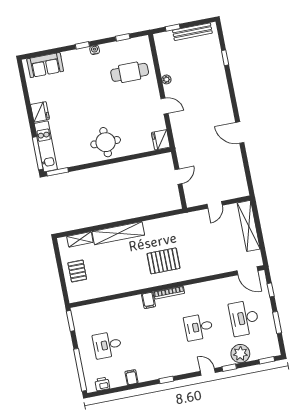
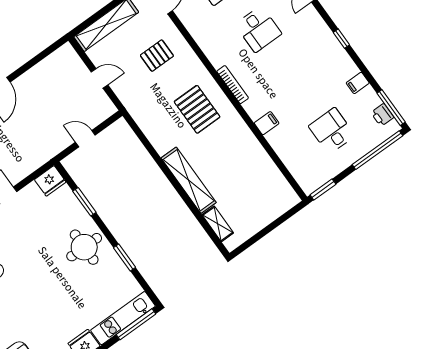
window: (136, 156) -> (84, 202), added
window: (57, 172) -> (125, 257), moved
pallet: (77, 271) -> (157, 56), moved
filing cabinet: (148, 300) -> (267, 123), moved
desk: (107, 345) -> (332, 131), turned 180
window: (104, 392) -> (391, 108), added

